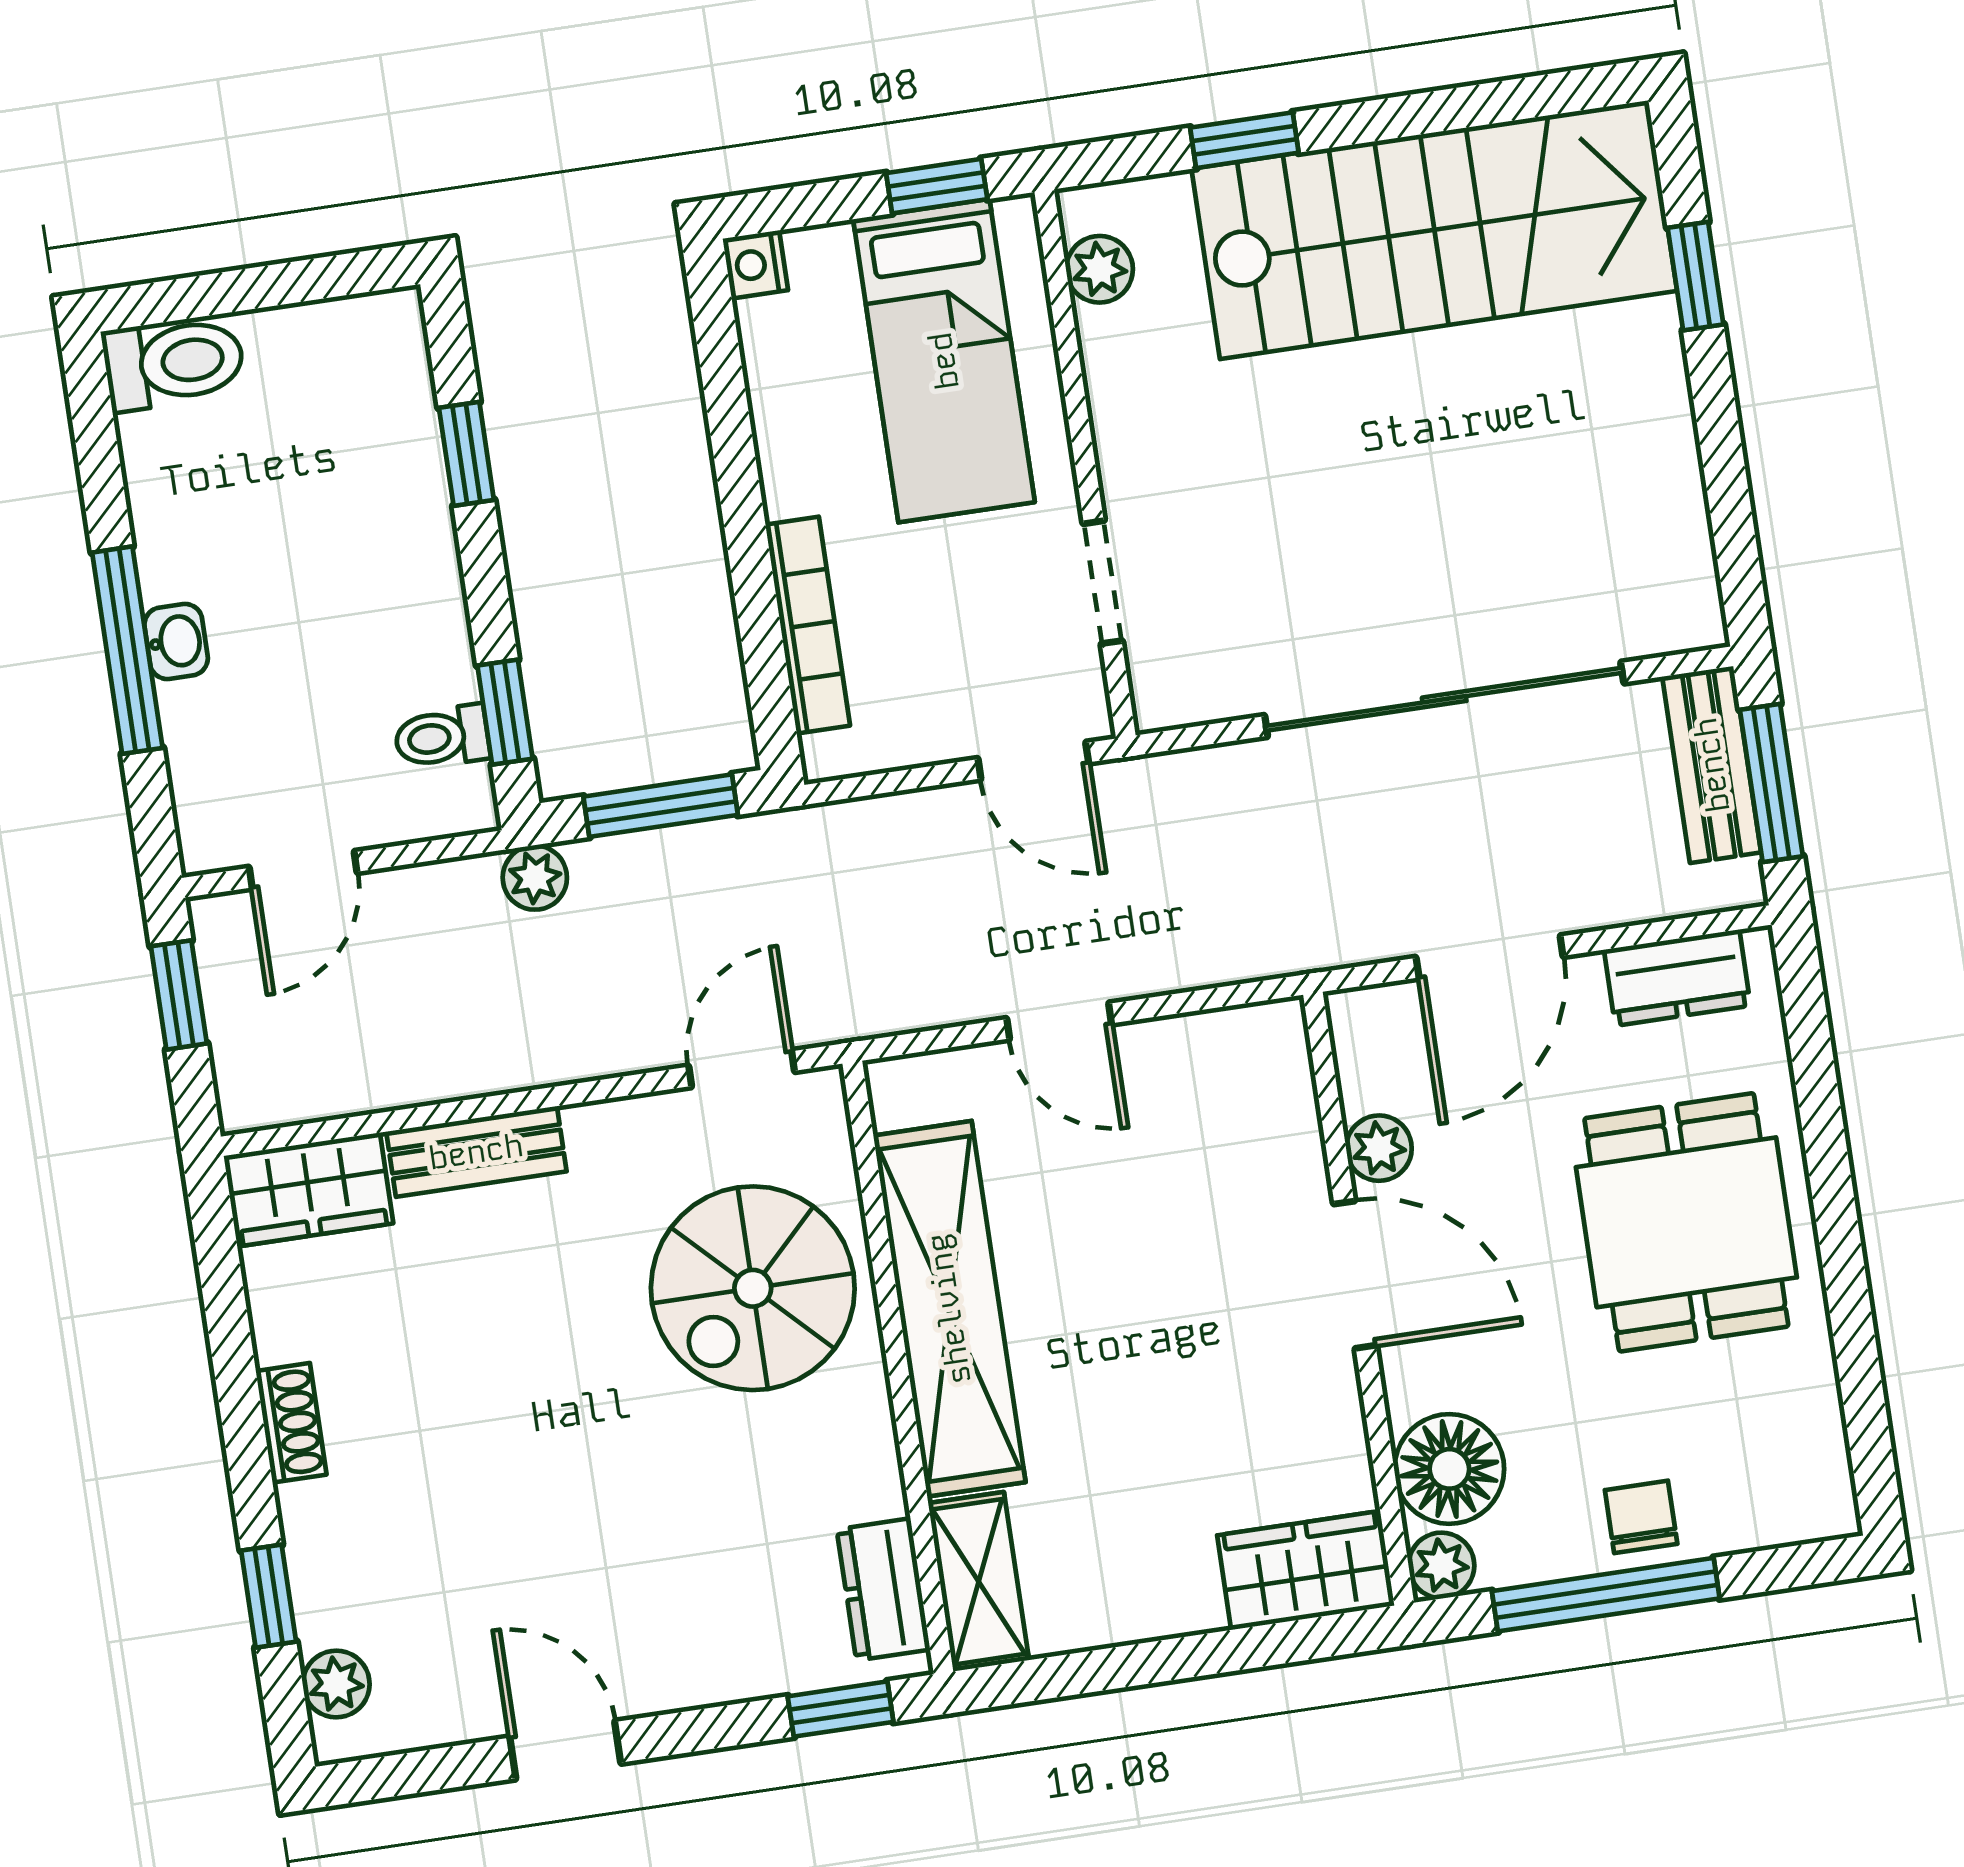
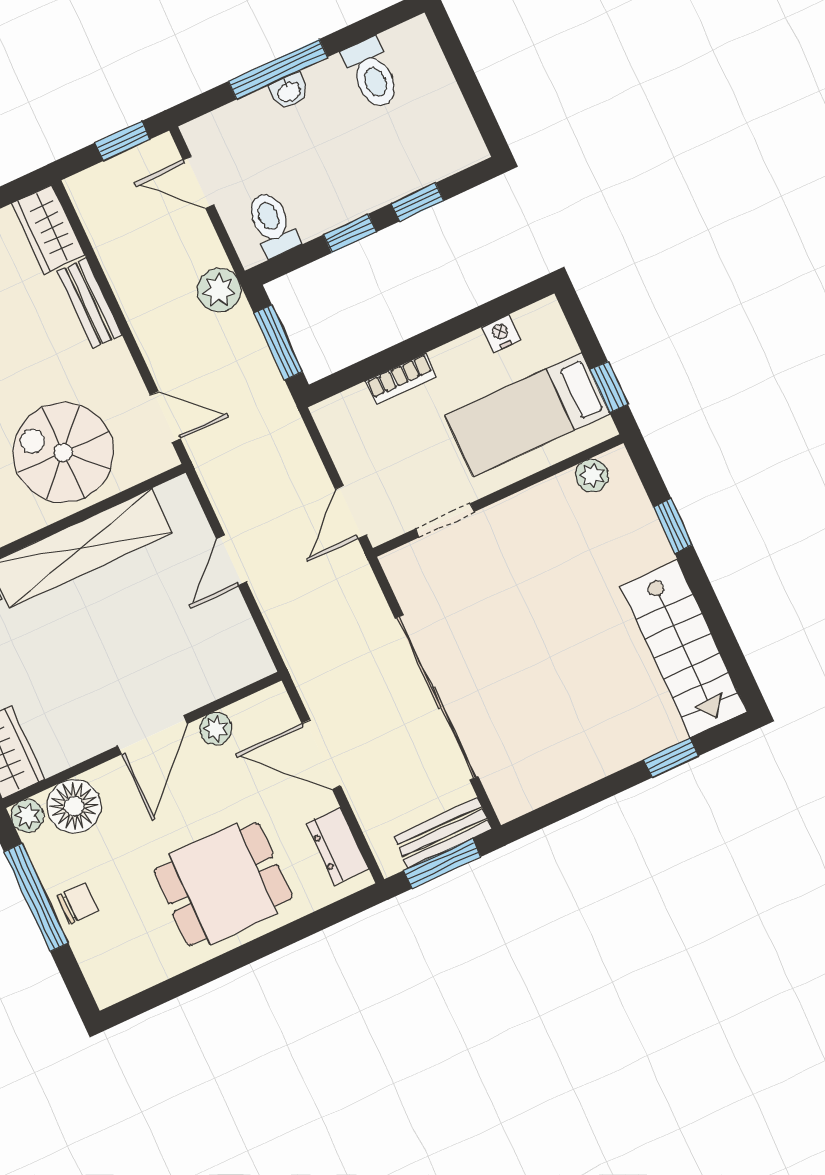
stairs: (1434, 230) -> (684, 649), width x0.73, depth x0.66
nightstand: (755, 264) -> (501, 333), moved
toilet: (174, 363) -> (372, 74), moved
bookcase: (808, 625) -> (401, 379), width x0.64
window: (505, 712) -> (350, 233), moved
toilet: (442, 737) -> (272, 224), width x1.37, depth x1.39
plant: (535, 878) -> (219, 290), width x1.38, depth x1.38

